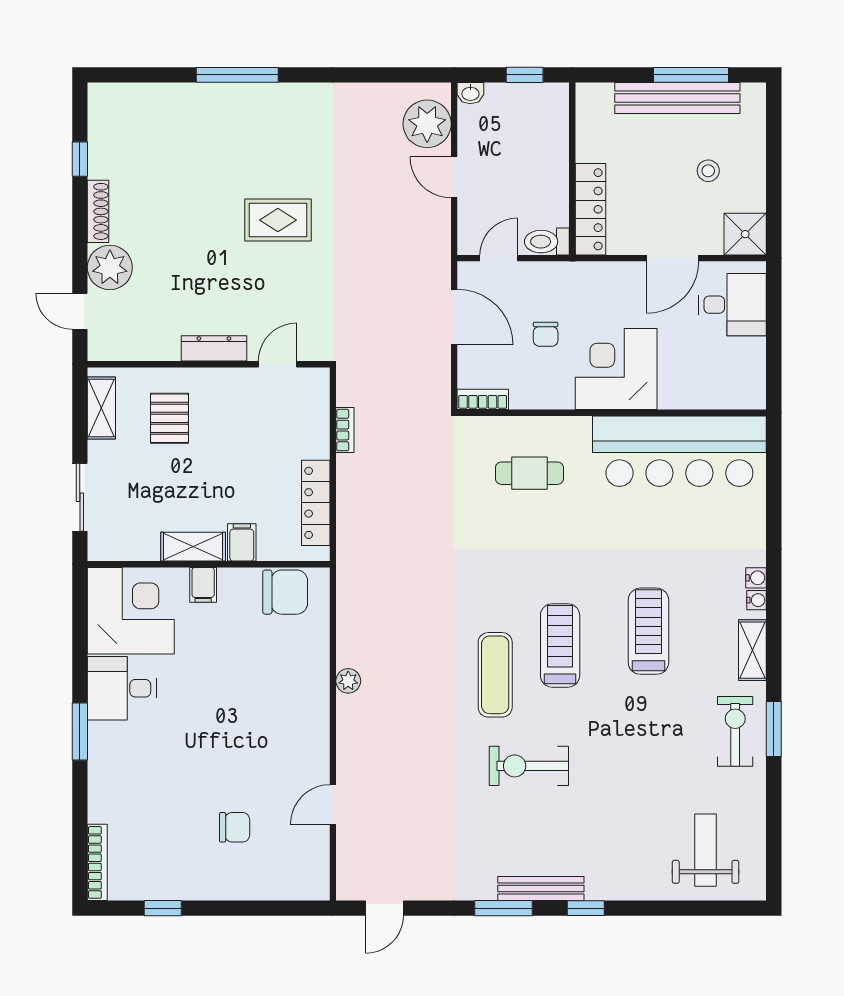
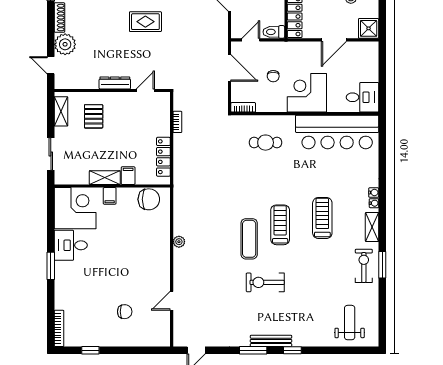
desk: (732, 305) -> (362, 97), moved

